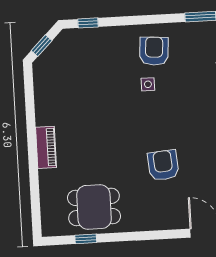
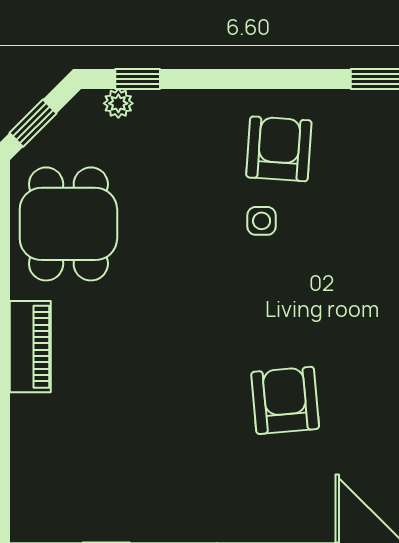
plant: (80, 34) -> (118, 103), added
dining table: (94, 207) -> (68, 224), moved, turned 90

